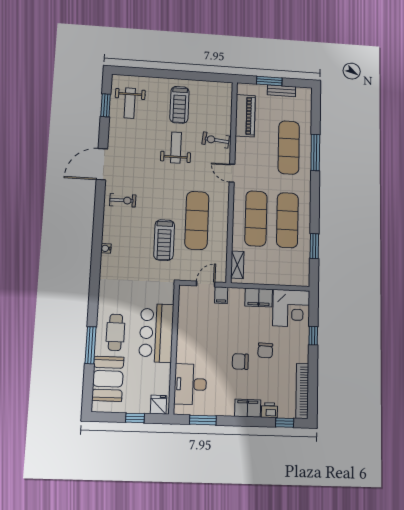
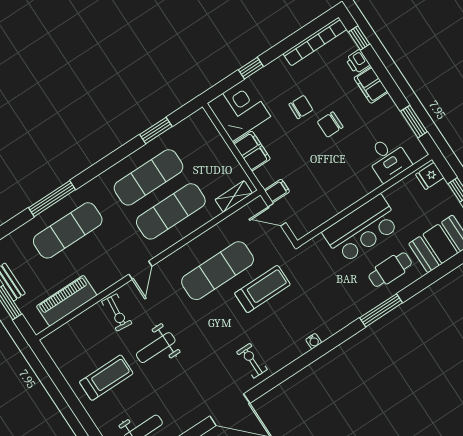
window: (91, 345) -> (381, 310), moved
chair: (240, 362) -> (330, 125), turned 90
desk: (190, 384) -> (388, 159), width x0.73

